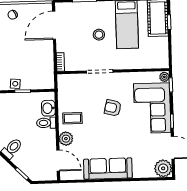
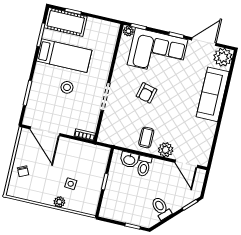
side table: (15, 84) -> (71, 184), moved
door: (58, 161) -> (186, 164), swing flipped
sofa: (108, 169) -> (213, 94), moved

